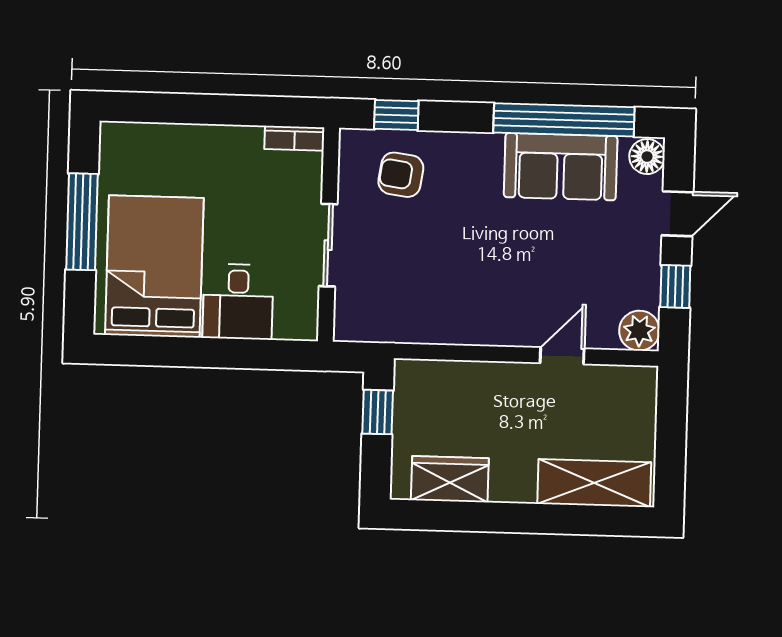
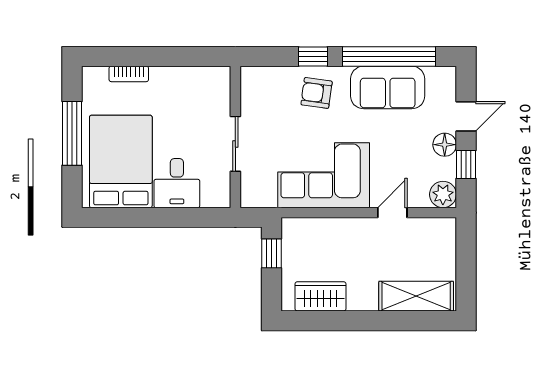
window: (396, 115) -> (313, 56), moved
bookcase: (294, 138) -> (129, 74), moved
floor lamp: (647, 157) -> (445, 145), moved
armchair: (401, 175) -> (317, 93), moved
corner sofa: (460, 296) -> (324, 175), added

